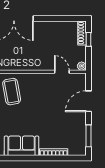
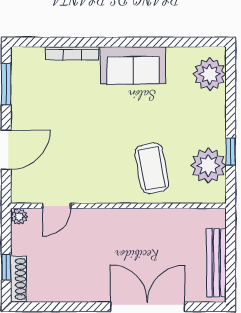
door: (62, 72) -> (57, 206), hinge flipped

